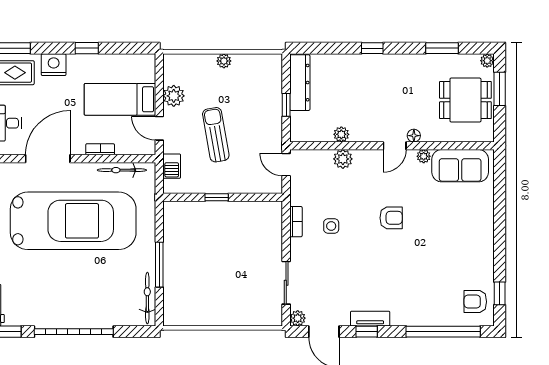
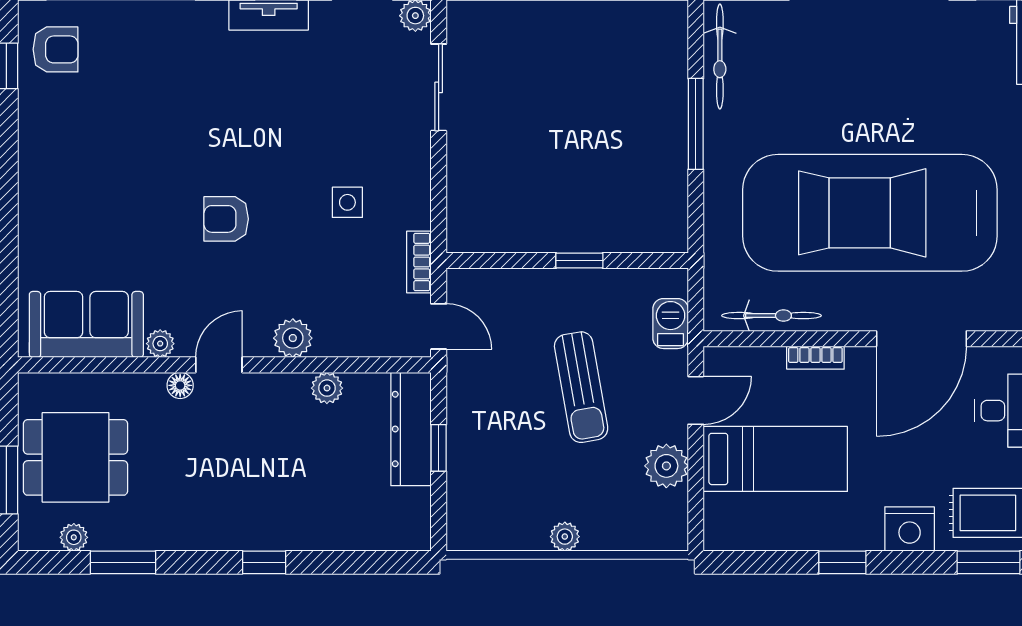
plant: (487, 61) -> (74, 537), moved
dresser: (300, 83) -> (411, 429), moved
door: (159, 128) -> (696, 400), hinge flipped
plant: (343, 159) -> (293, 338), moved
bookcase: (296, 222) -> (419, 262), moved

